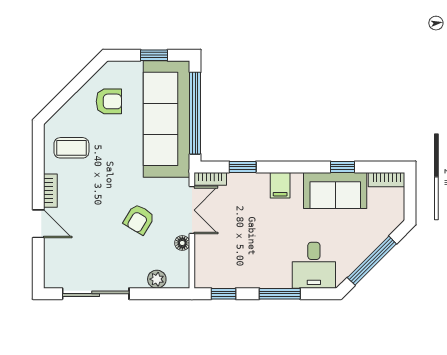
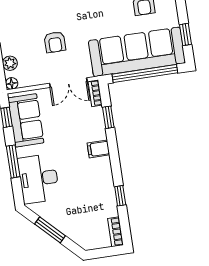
sofa: (335, 190) -> (26, 120), moved, turned 180
armchair: (139, 219) -> (55, 42), turned -121
floor lamp: (182, 243) -> (12, 83), moved
window: (372, 261) -> (50, 230), width x0.69
desk: (314, 265) -> (39, 179), width x1.37

